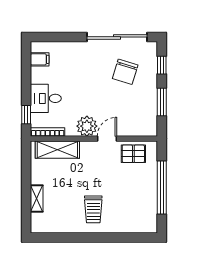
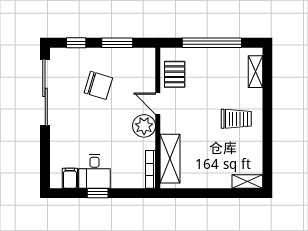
chair: (125, 72) -> (98, 85), moved
desk: (46, 98) -> (95, 171), moved
window: (26, 115) -> (98, 193), moved
shelving: (37, 198) -> (247, 182), moved
shelving: (136, 227) -> (255, 72), added

